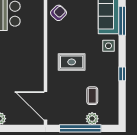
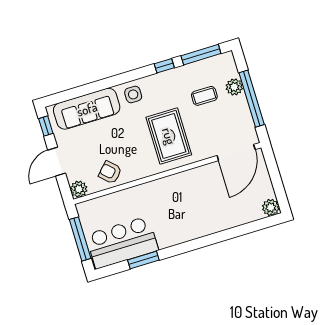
window: (122, 21) -> (201, 55), moved
rug: (72, 62) -> (169, 136), width x1.36, depth x1.43

